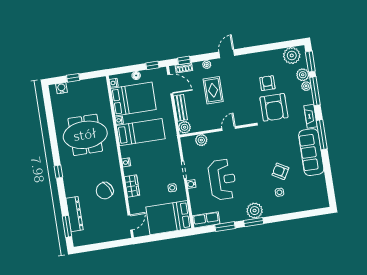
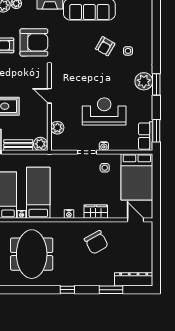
dresser: (75, 214) -> (134, 279), moved
window: (67, 226) -> (111, 290), moved
window: (225, 227) -> (156, 131), moved

